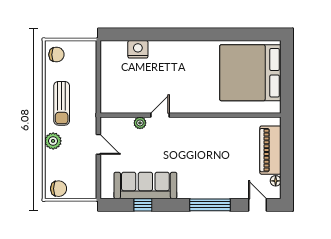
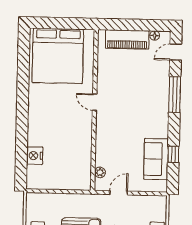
door: (160, 115) -> (95, 102), moved
plant: (140, 123) -> (100, 172), moved
sofa: (145, 185) -> (156, 159), width x0.73

